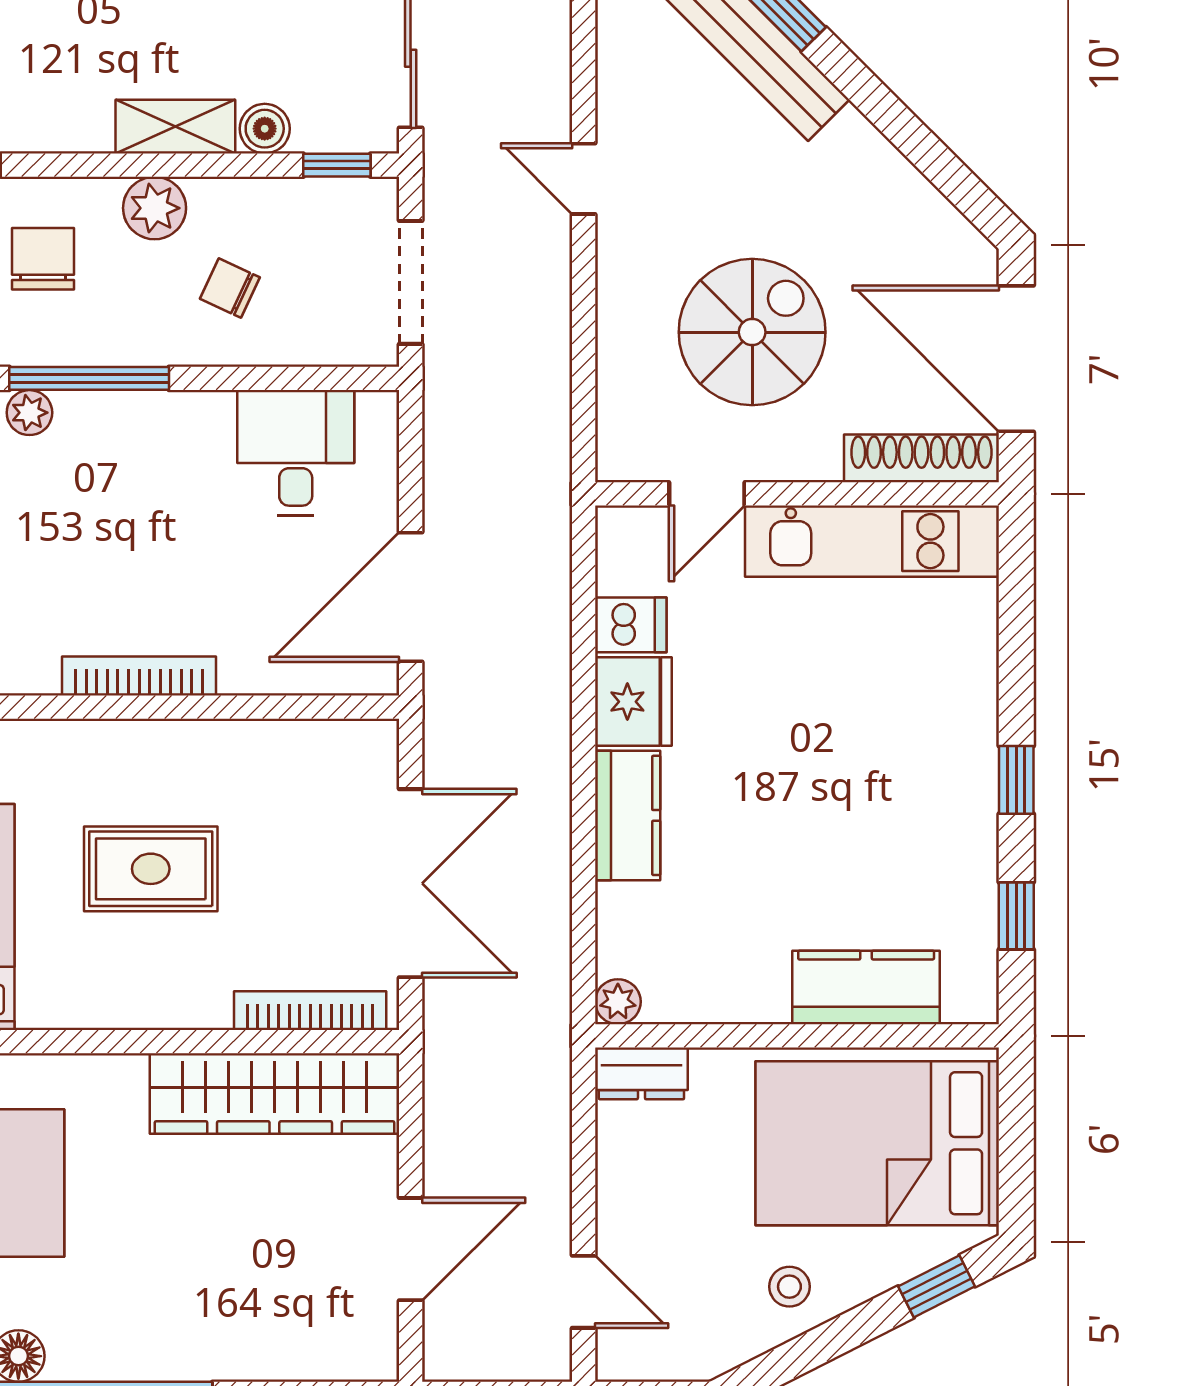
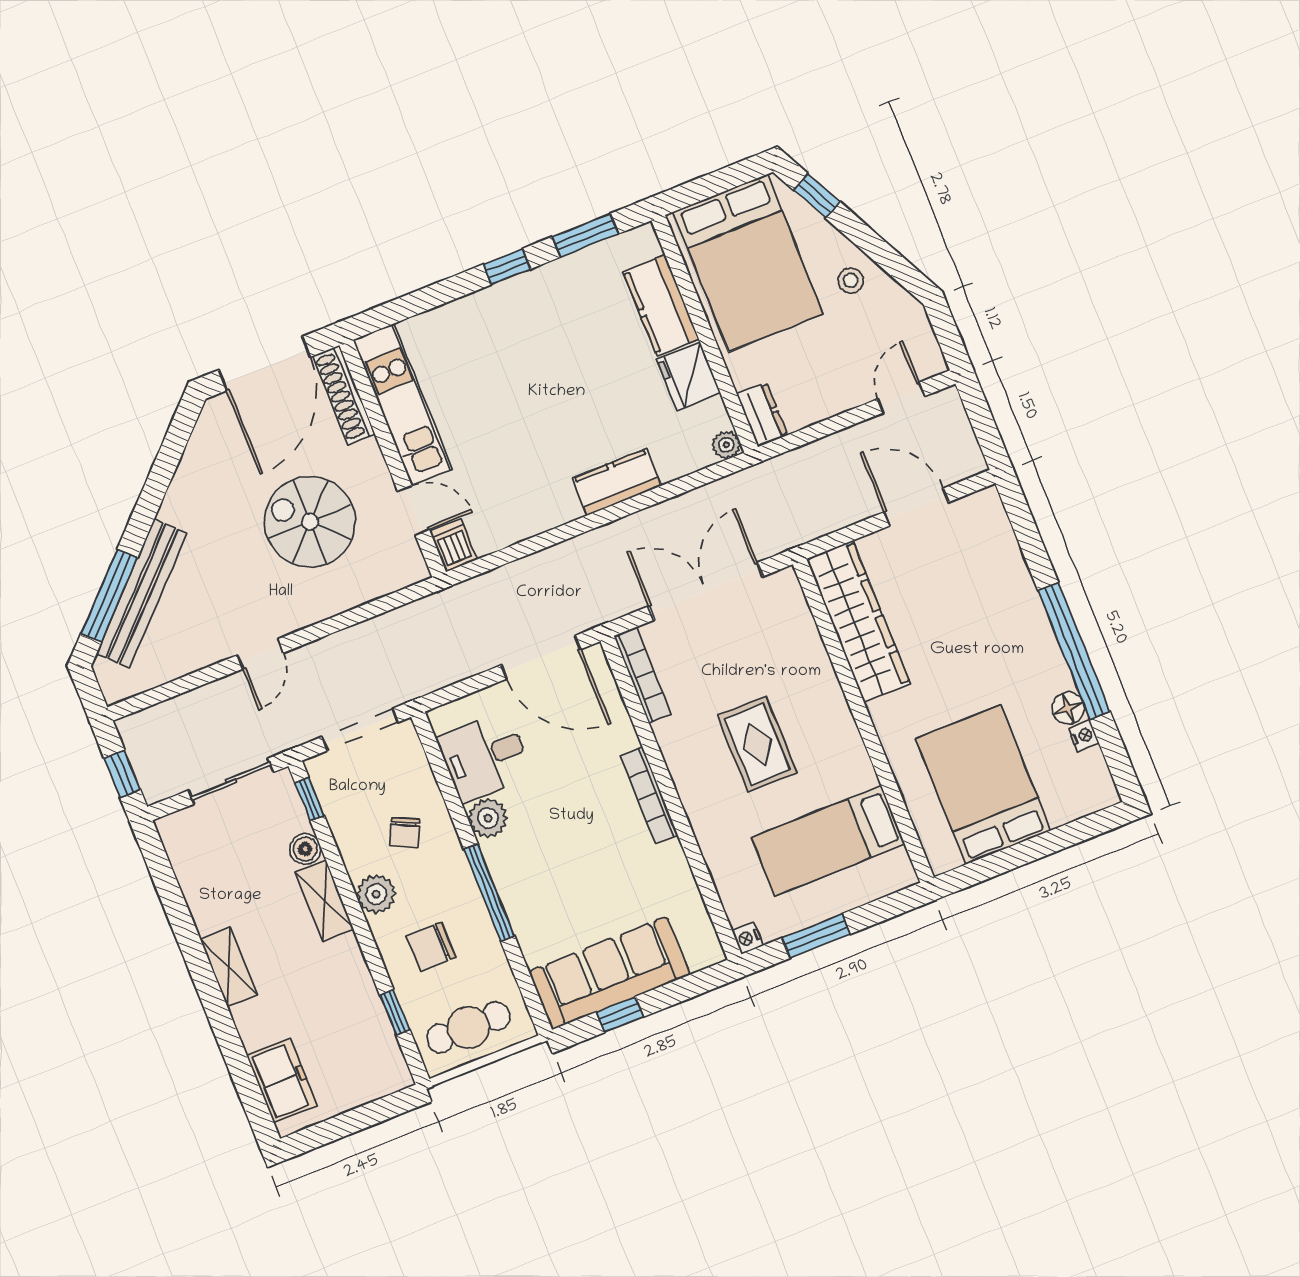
plant: (29, 413) -> (488, 818), moved, width x1.38, depth x1.38
dishwasher: (631, 625) -> (453, 545), moved
fridge: (633, 702) -> (688, 376), moved, turned -90
window: (1016, 916) -> (585, 235), width x1.50
bookcase: (310, 1011) -> (642, 675), moved, turned 180

